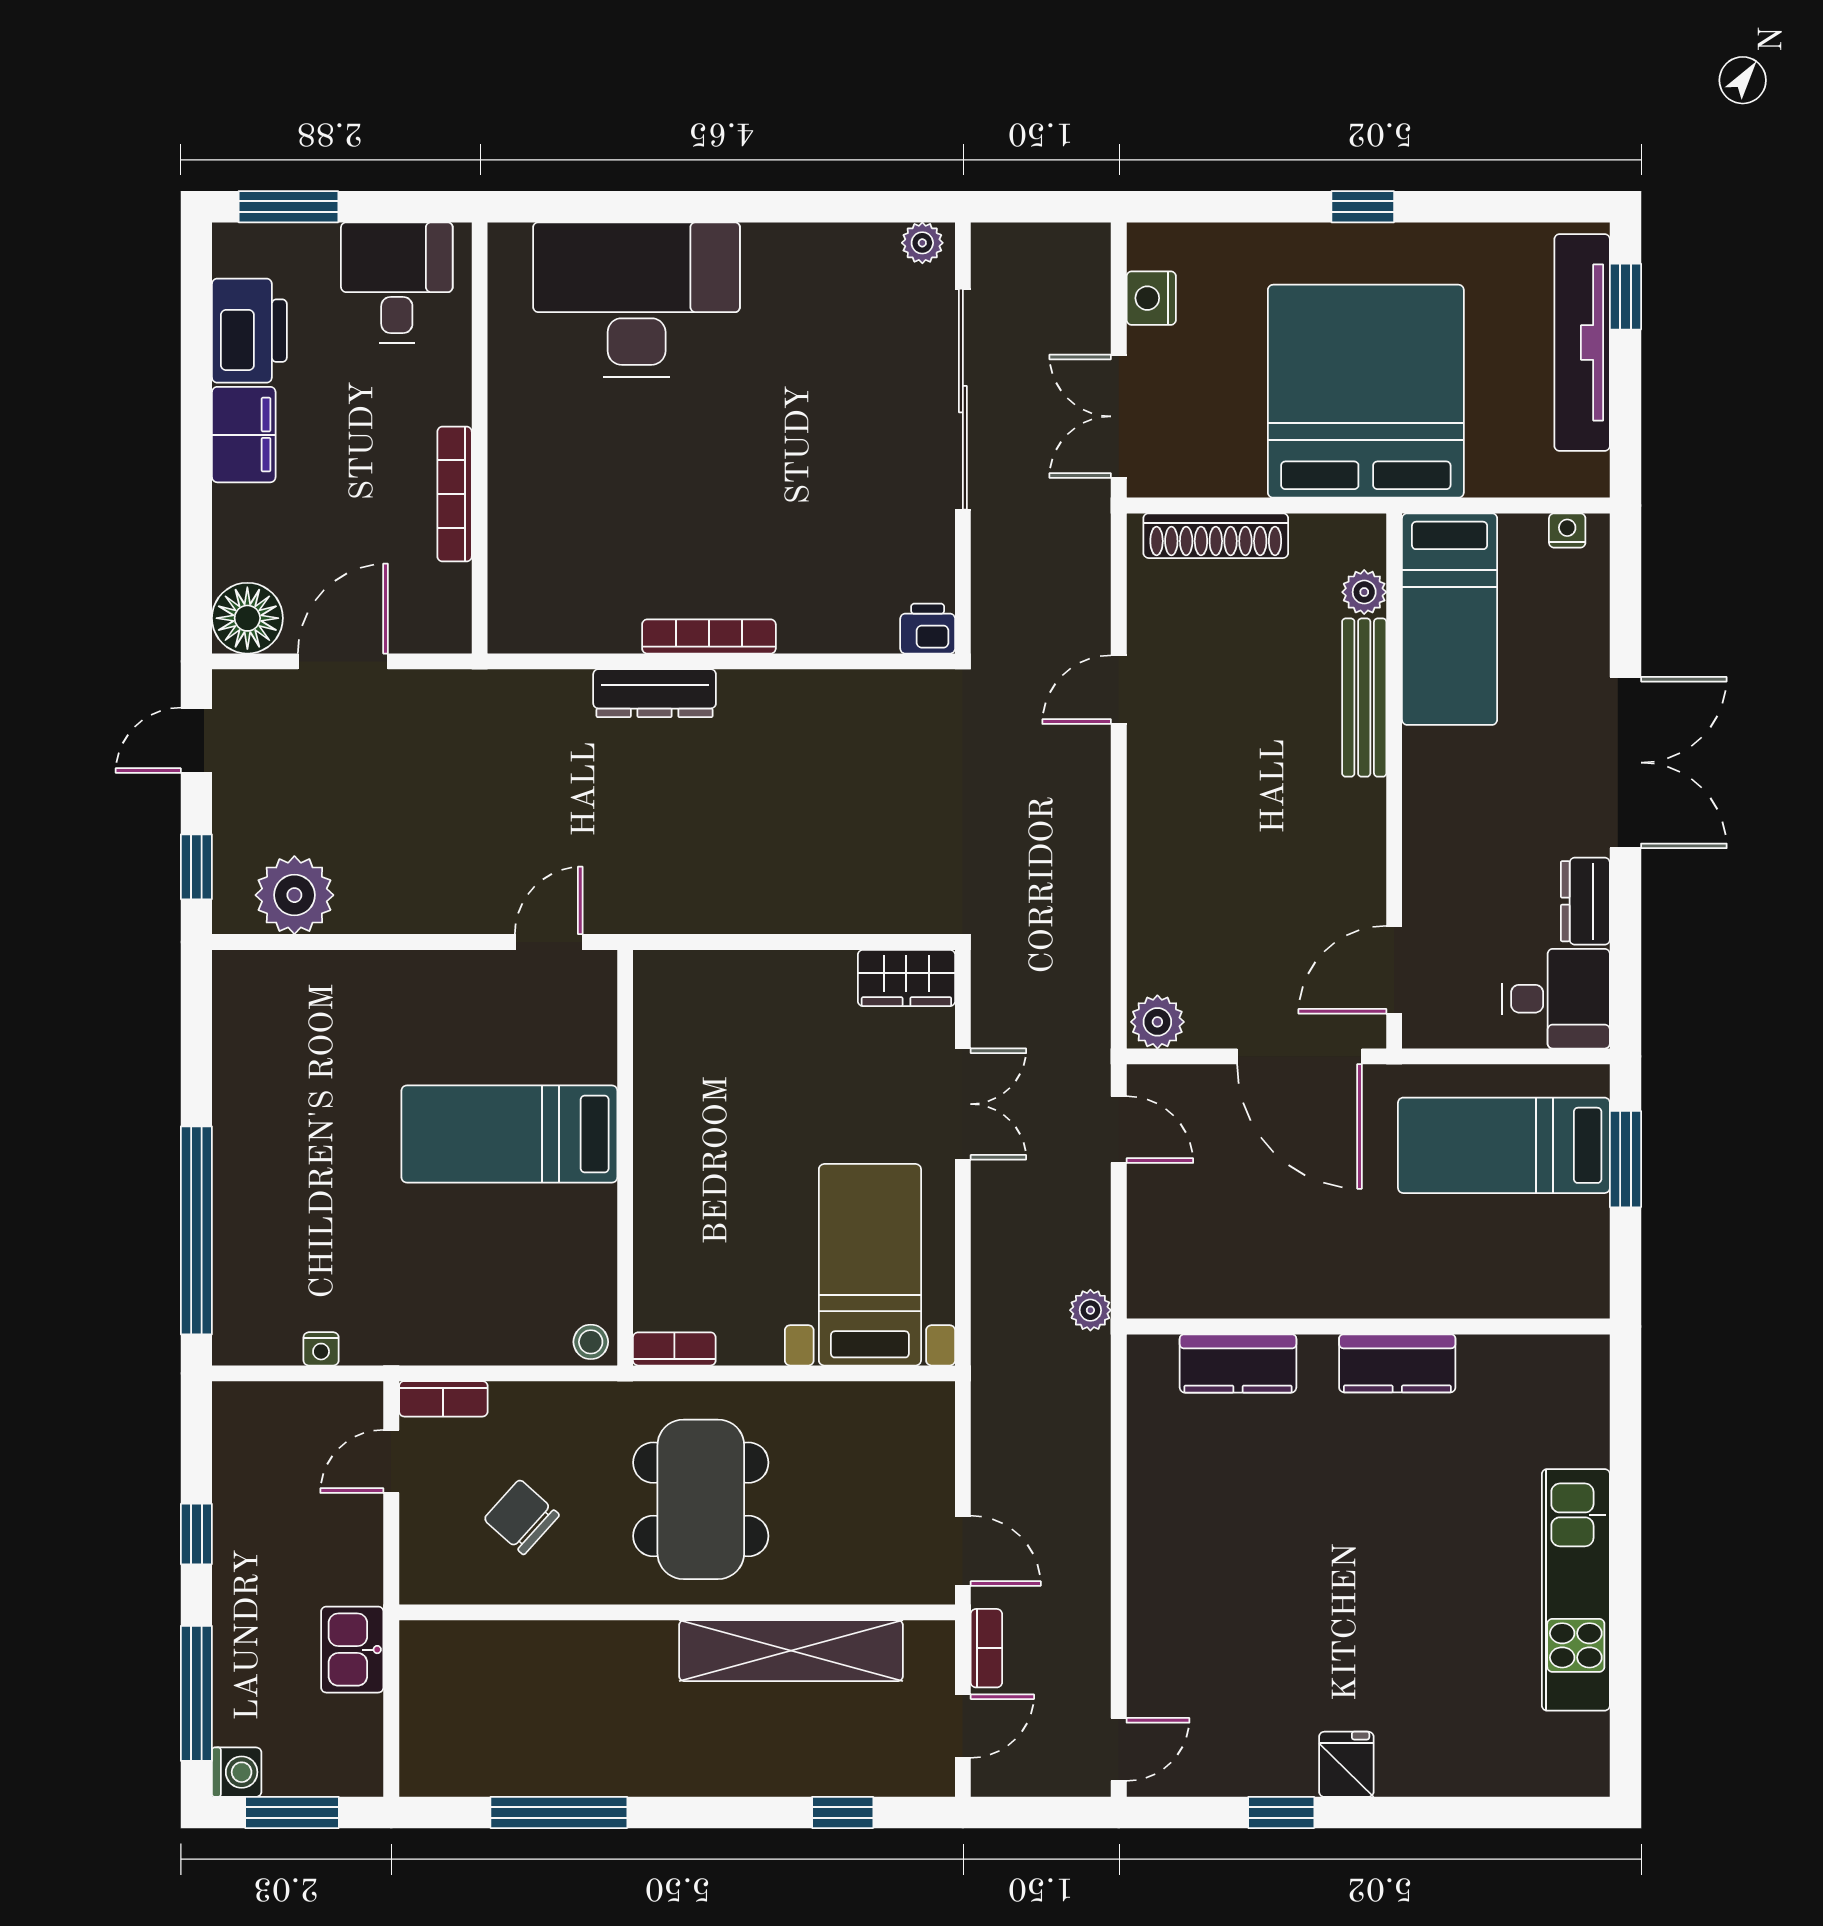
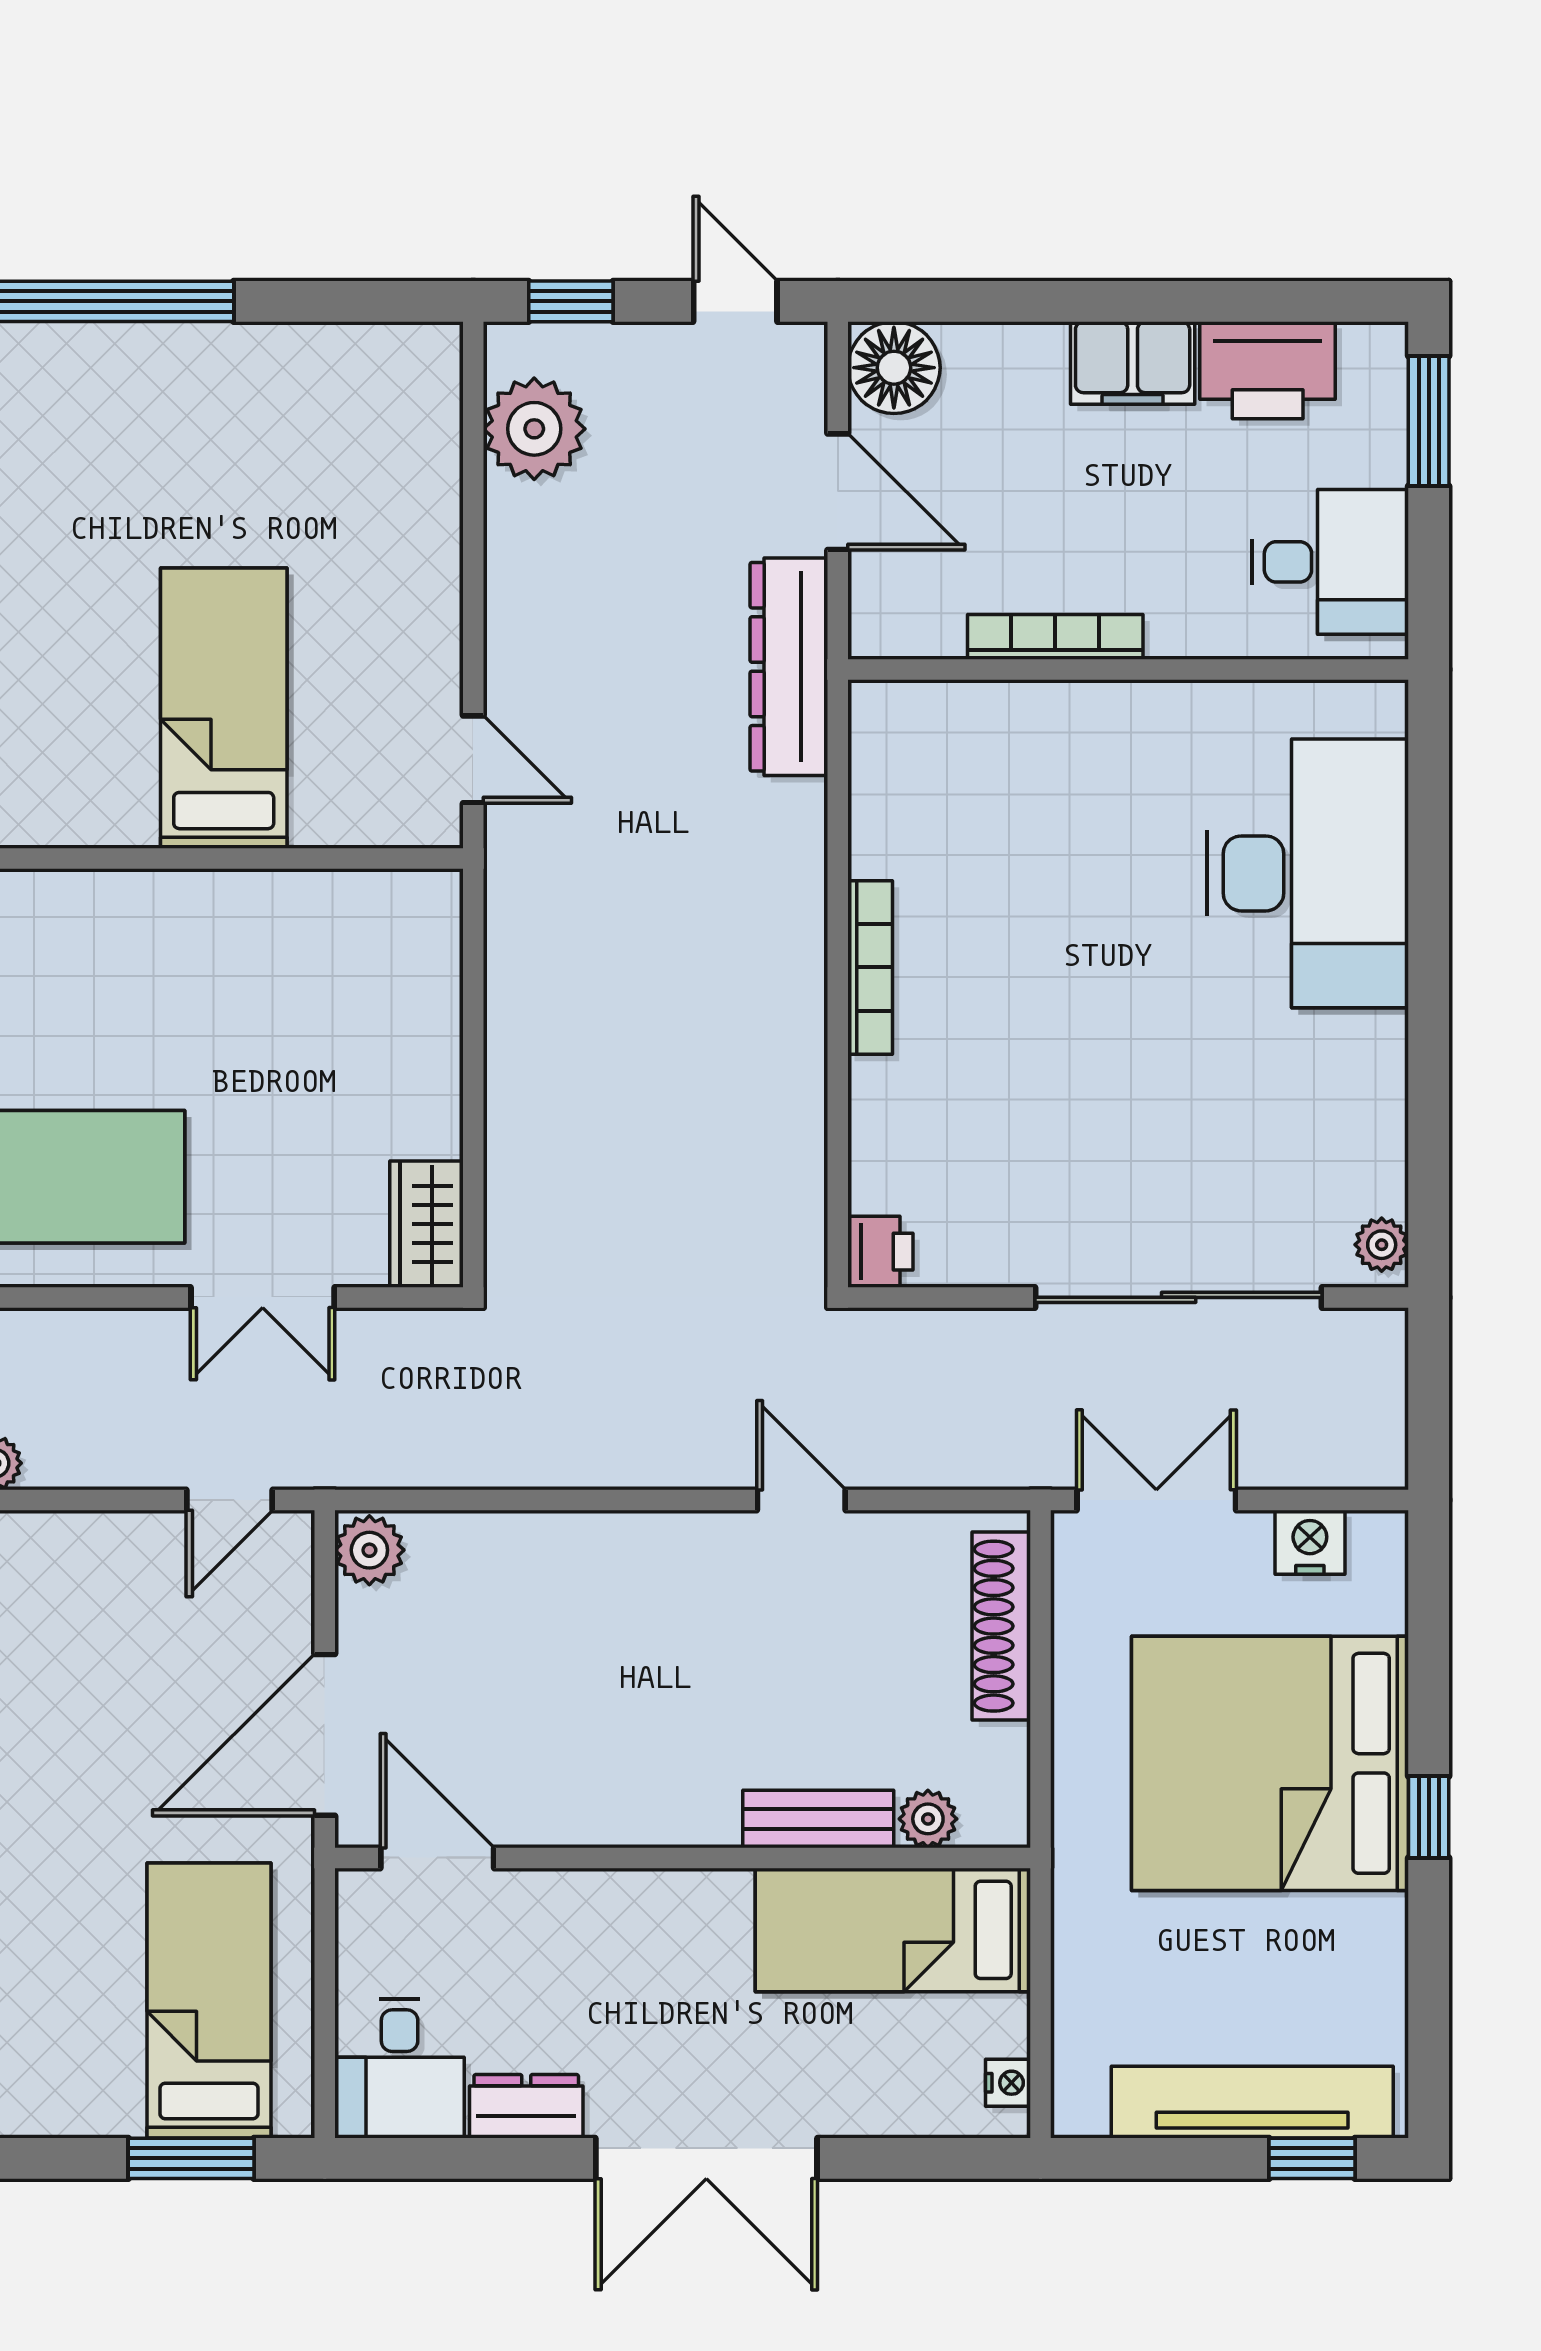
bed: (1366, 391) -> (1270, 1763), moved, turned 180
dresser: (655, 693) -> (789, 667), moved, width x1.37, depth x1.24
bench: (1364, 698) -> (818, 1819), width x0.73

